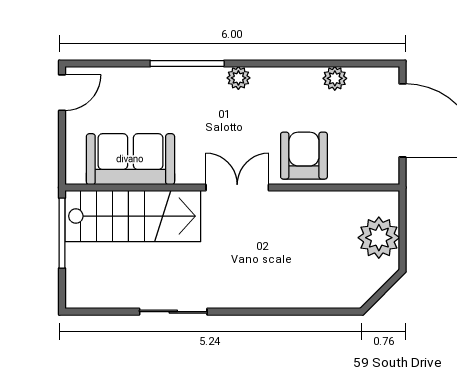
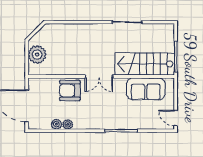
plant: (238, 78) -> (68, 124), moved
door: (62, 93) -> (176, 118), hinge flipped
armchair: (304, 156) -> (70, 90), turned 90

